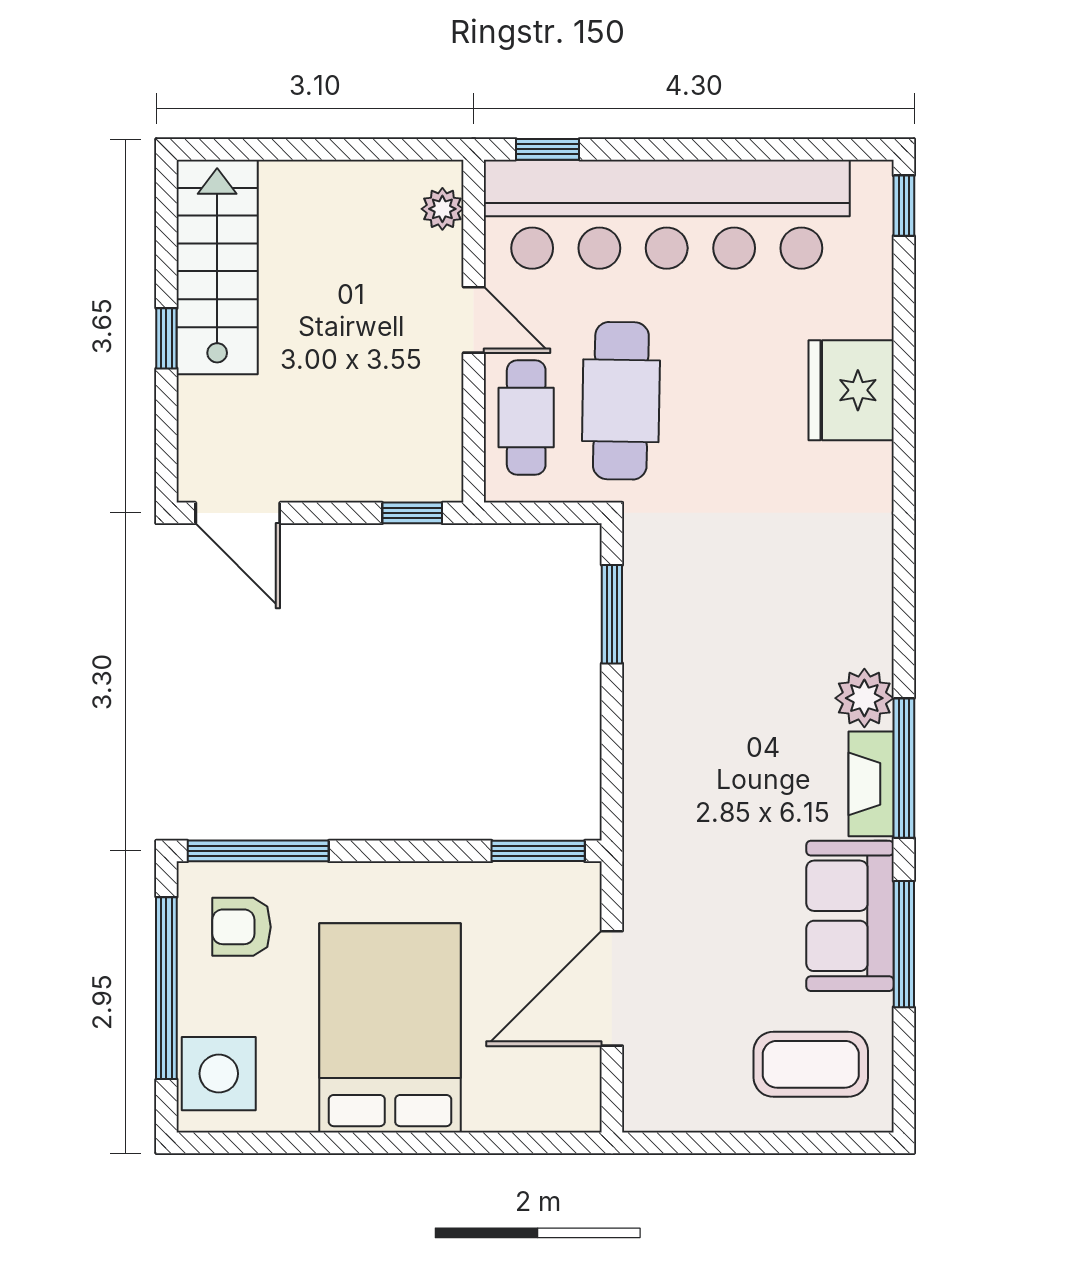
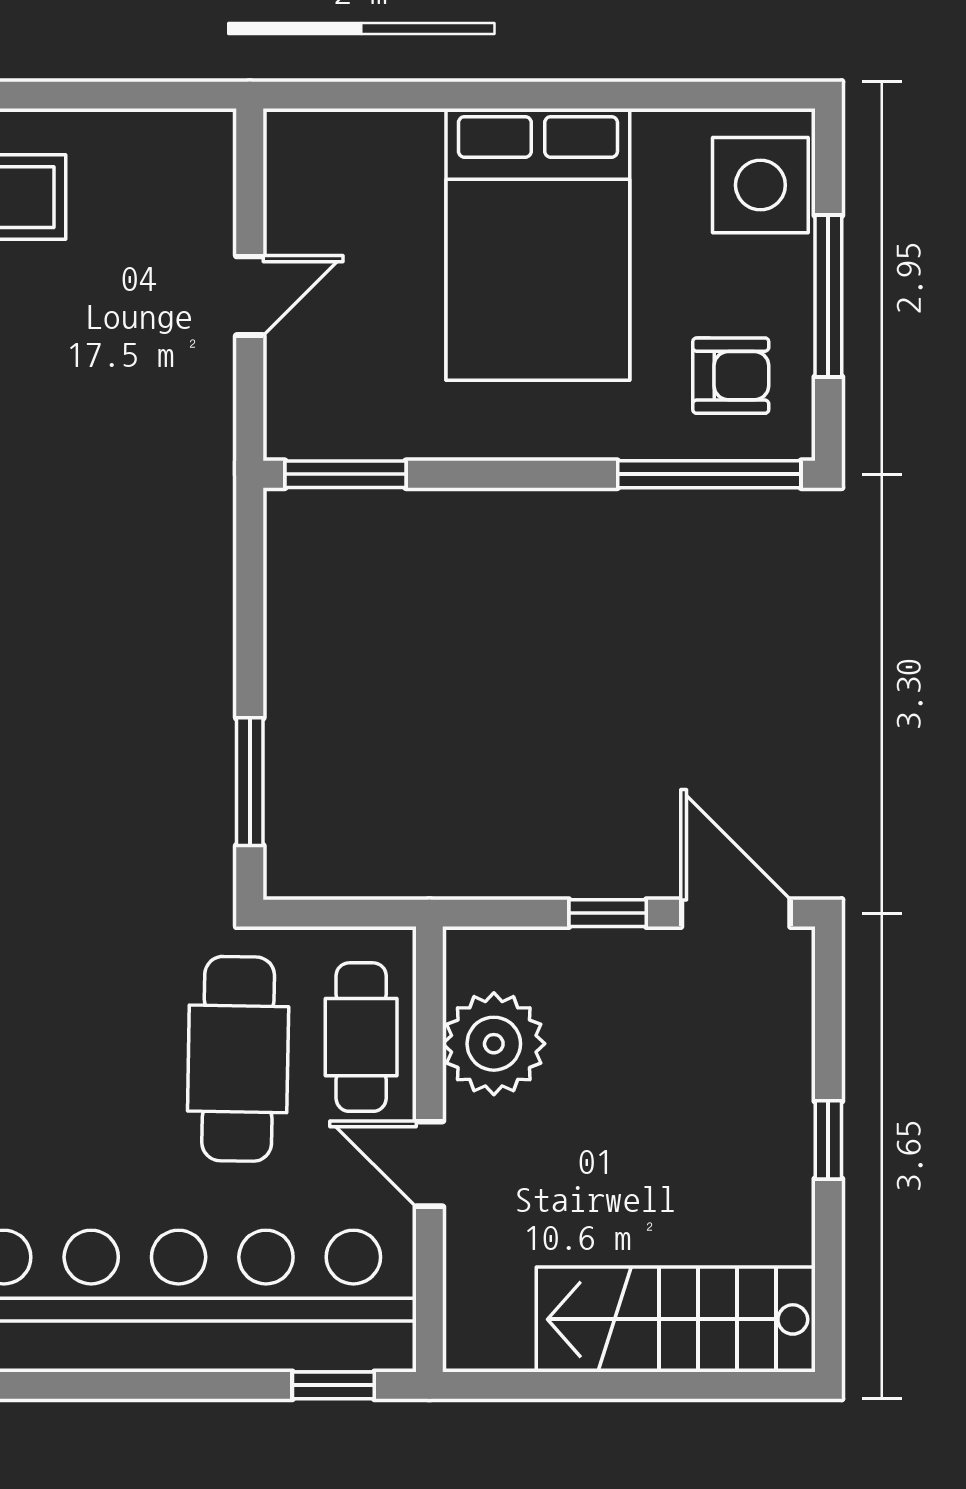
plant: (442, 209) -> (494, 1044), moved, width x1.87, depth x1.87
stairs: (217, 267) -> (676, 1319), moved, turned 90
window: (412, 513) -> (608, 913), moved
window: (166, 988) -> (828, 296), width x0.68
door: (612, 988) -> (250, 296), width x0.53

